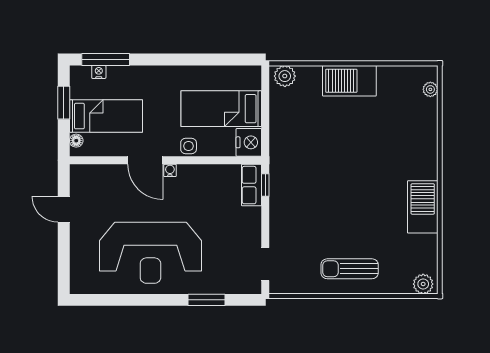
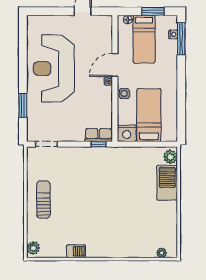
barbecue: (349, 81) -> (167, 183), moved
barbecue: (423, 207) -> (76, 251), width x0.53, depth x0.65

